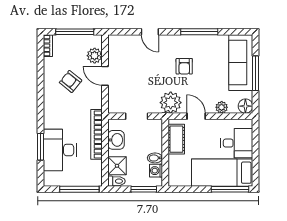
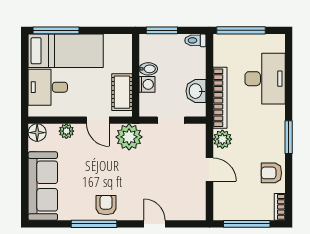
plant: (95, 56) -> (222, 139), moved
armchair: (184, 66) -> (106, 205), moved
window: (256, 73) -> (25, 173), removed
armchair: (71, 81) -> (271, 173), moved, turned 141
window: (41, 147) -> (289, 137), moved
shower: (117, 166) -> (195, 59), removed
washing machine: (156, 171) -> (147, 84), moved

